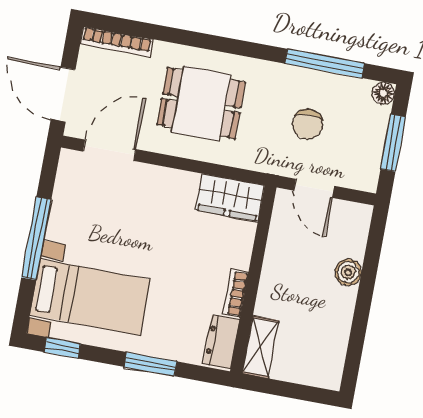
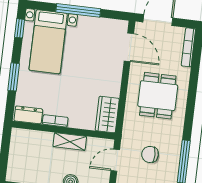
shelving: (260, 347) -> (70, 142), moved

